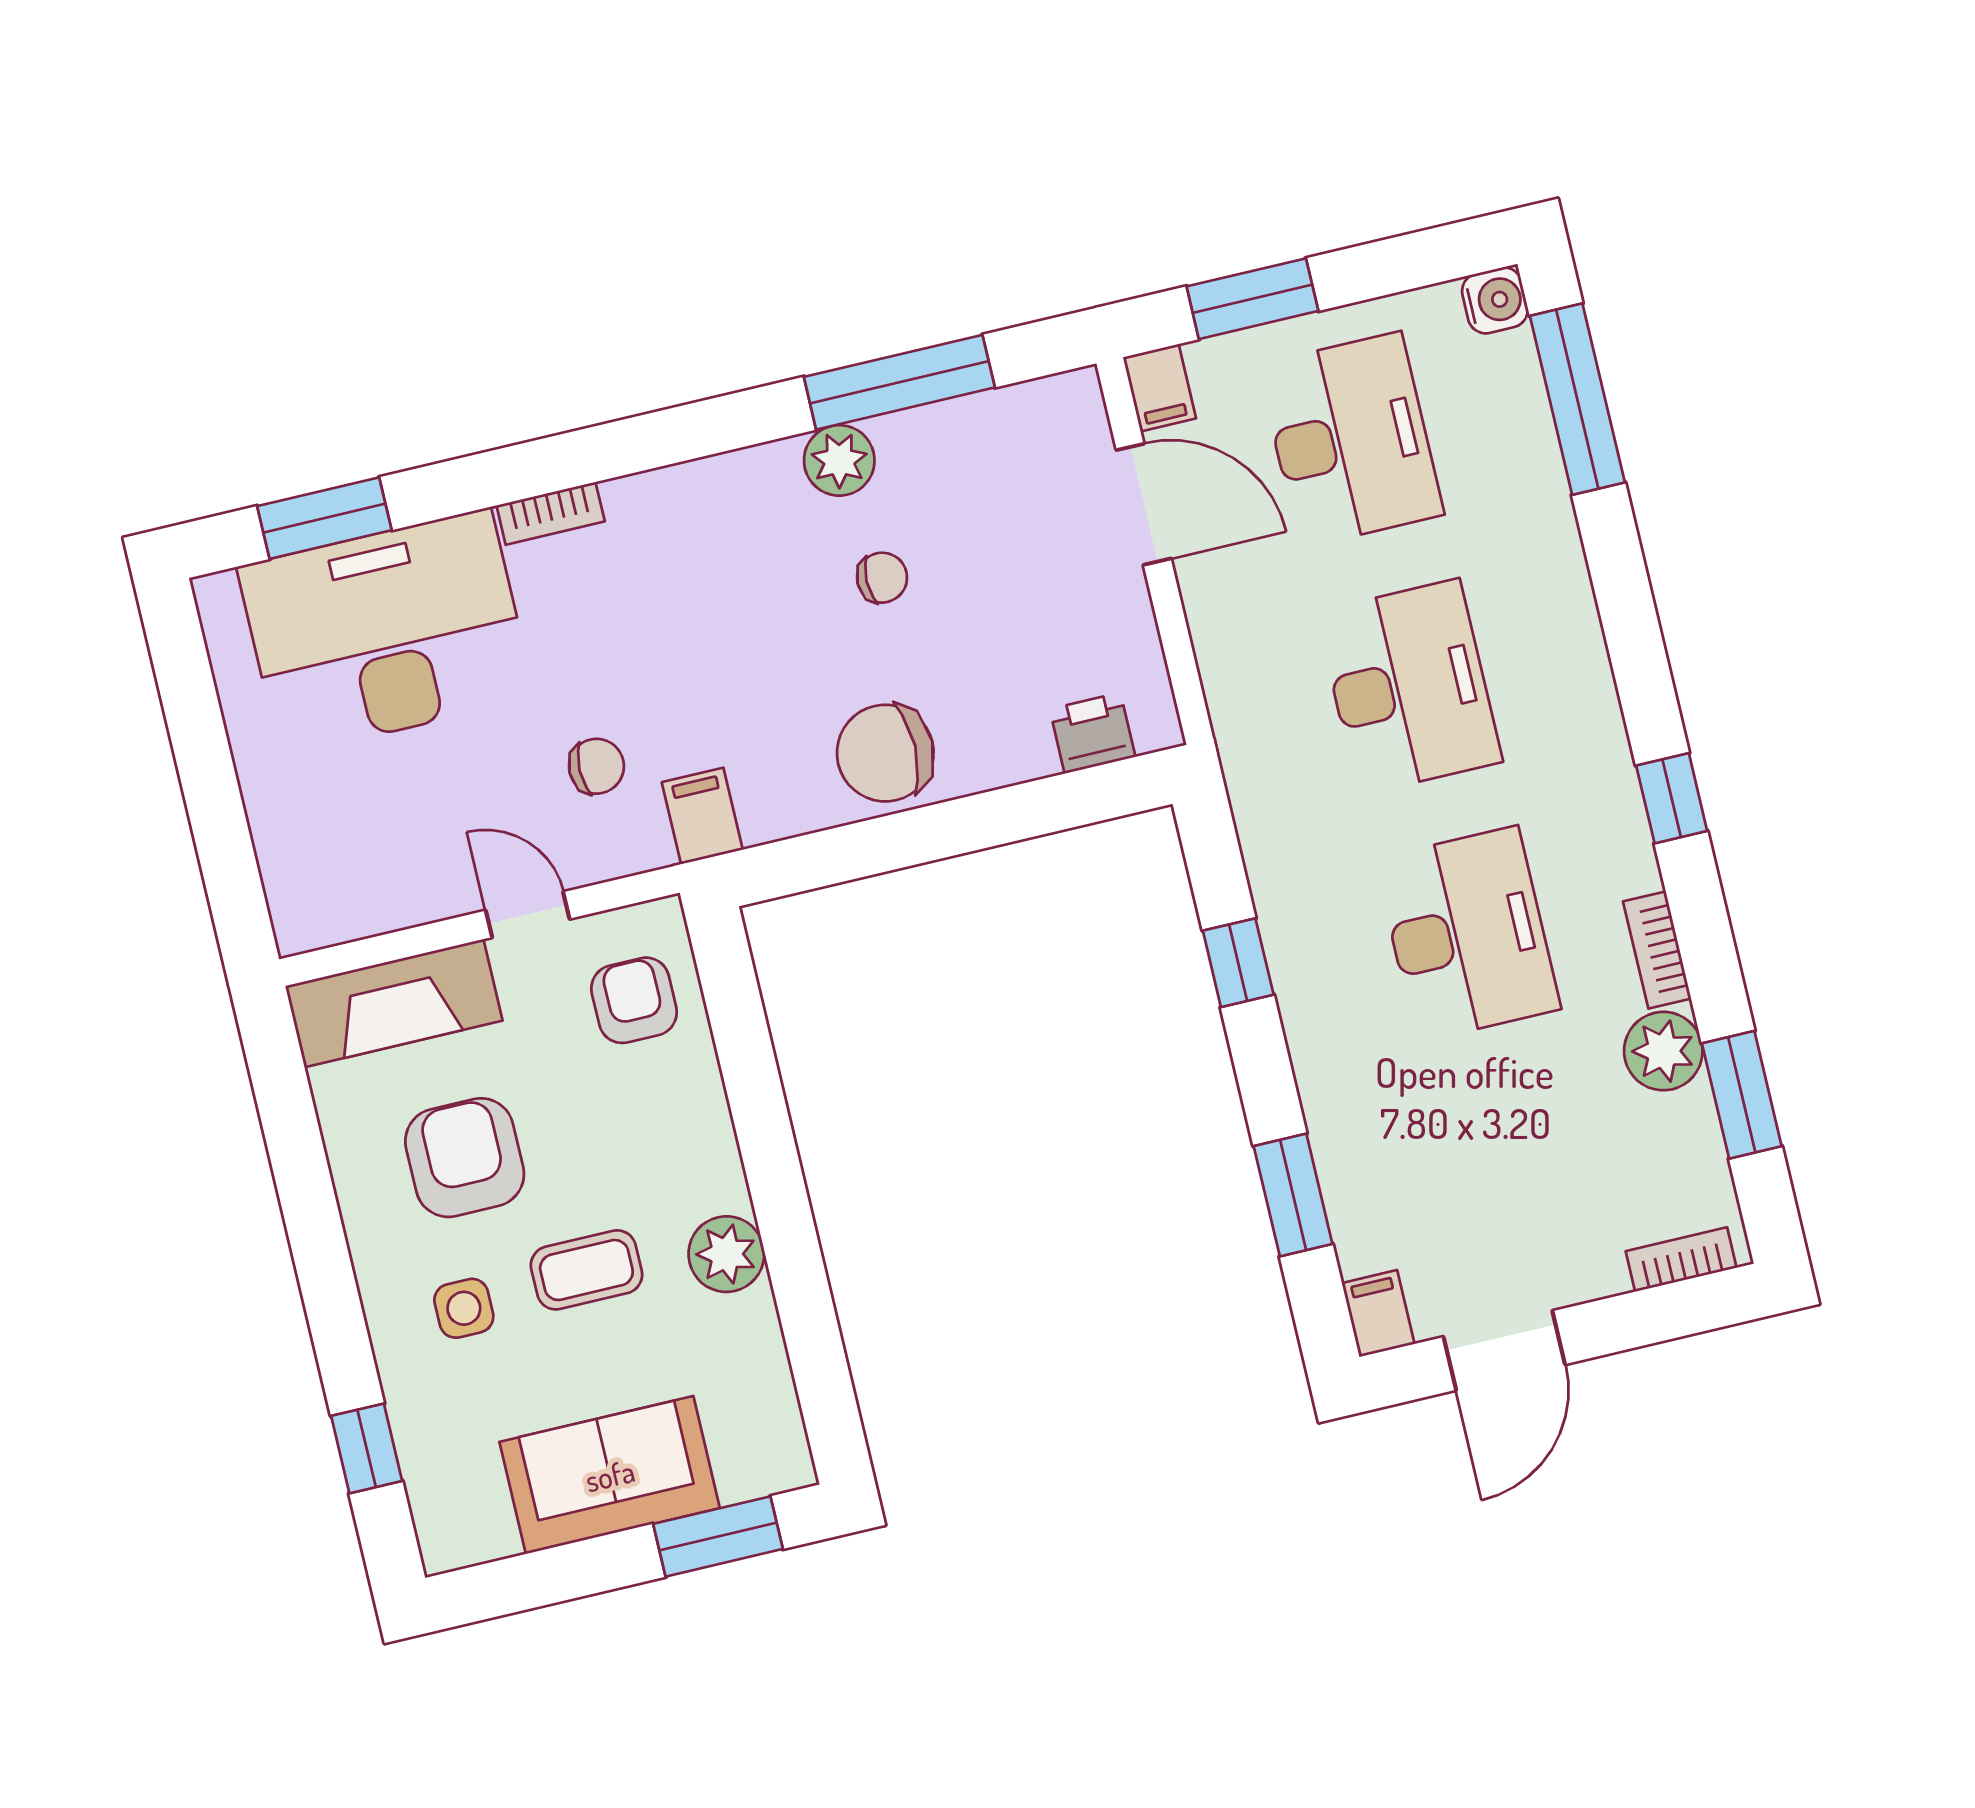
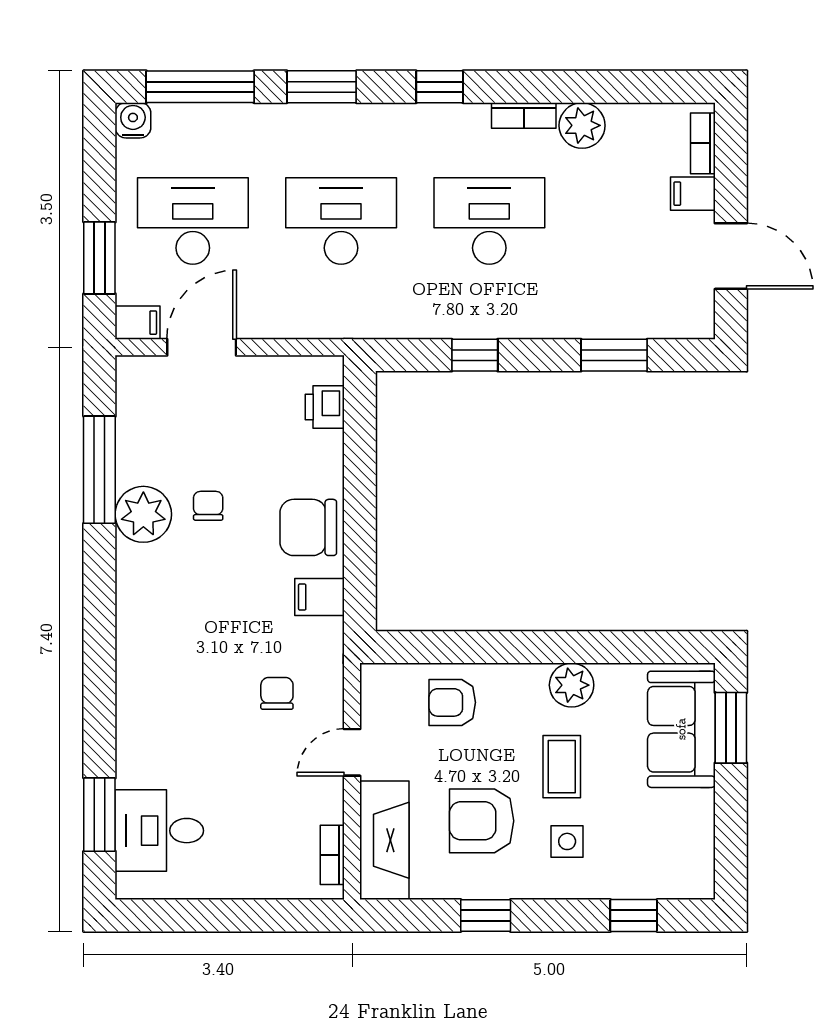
plant: (839, 460) -> (143, 514), width x1.36, depth x1.36
bookcase: (551, 513) -> (332, 855), moved, turned 180
desk: (386, 632) -> (159, 831), width x0.53, depth x0.77
chair: (885, 753) -> (308, 527), turned 90
filing cabinet: (702, 816) -> (319, 597), moved
armchair: (634, 1000) -> (452, 702), moved
window: (1742, 1095) -> (322, 87), moved
window: (308, 1202) -> (486, 916), added
filing cabinet: (1378, 1314) -> (693, 194), moved
sofa: (610, 1475) -> (681, 729), moved

